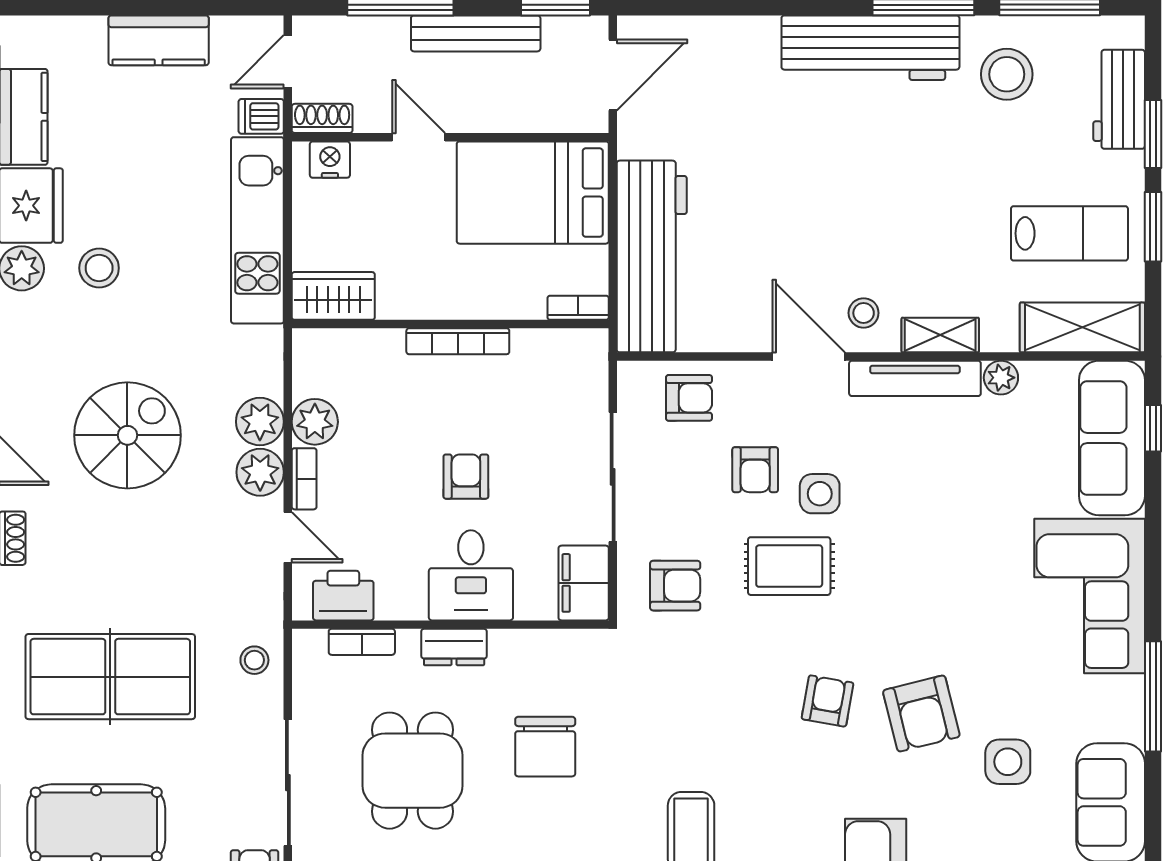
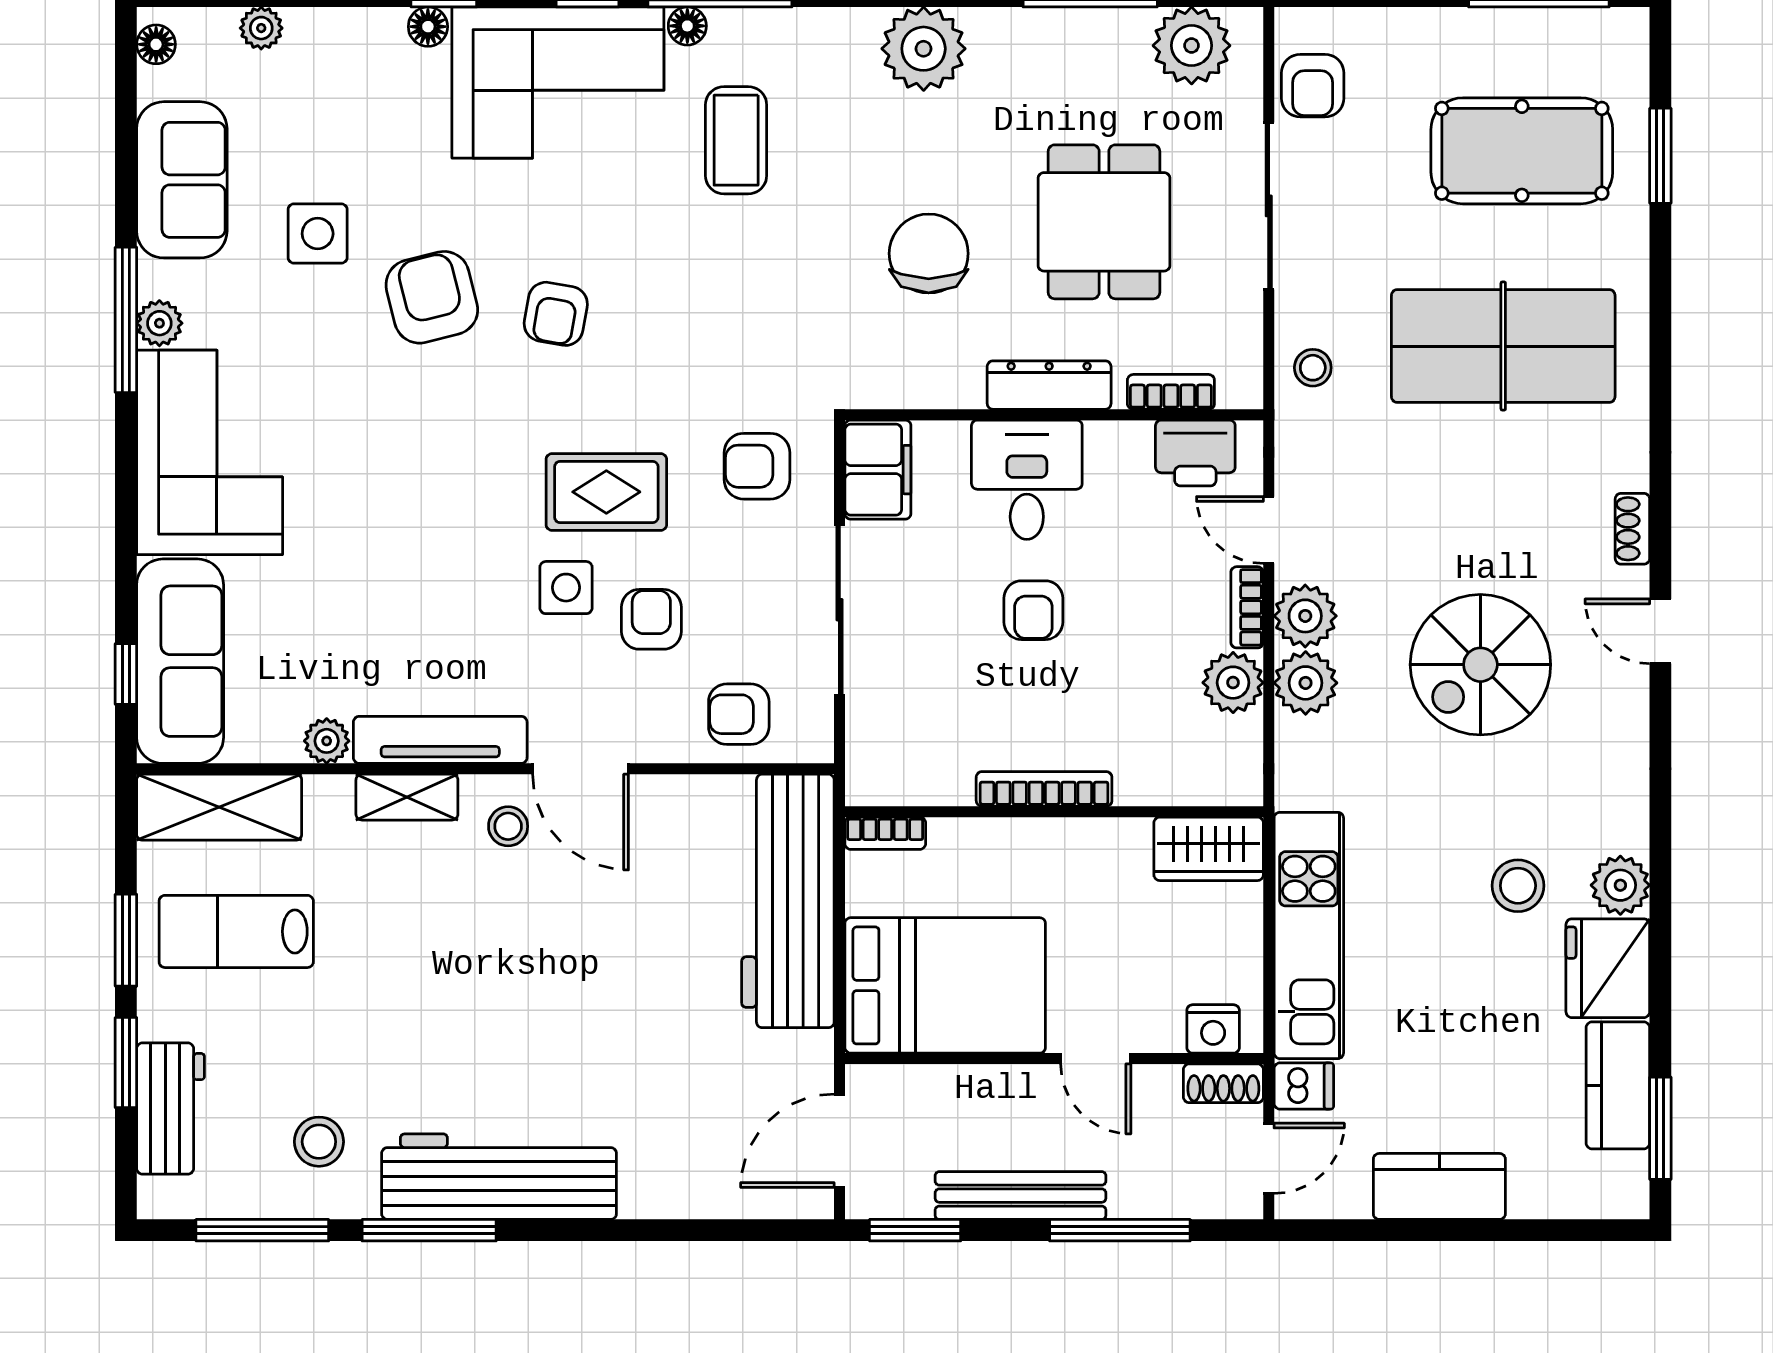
stool: (1007, 74) -> (319, 1142), width x0.73, depth x0.73
dresser: (454, 647) -> (1049, 385), width x1.44
plant: (1128, 694) -> (159, 323), added

